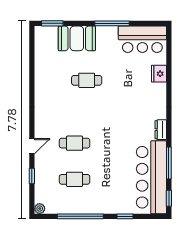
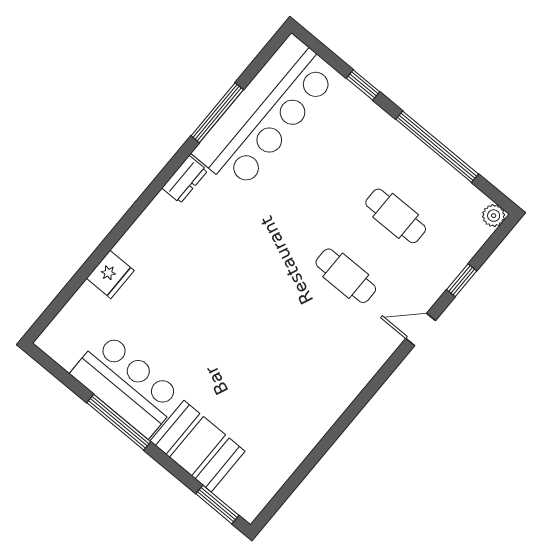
bar counter: (142, 39) -> (127, 385), moved
cafe table: (87, 80) -> (239, 363), removed
window: (169, 198) -> (266, 55), removed

